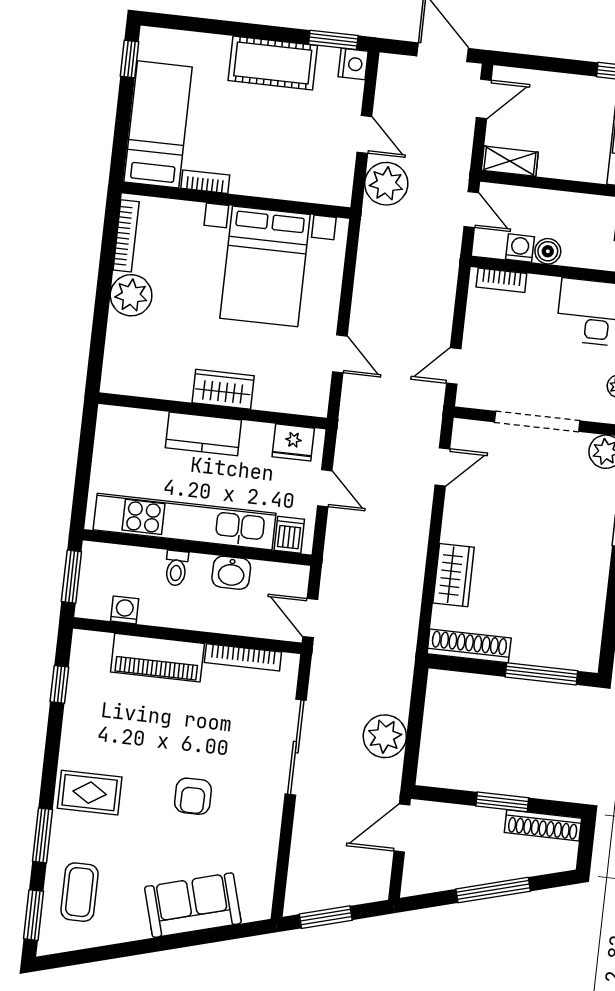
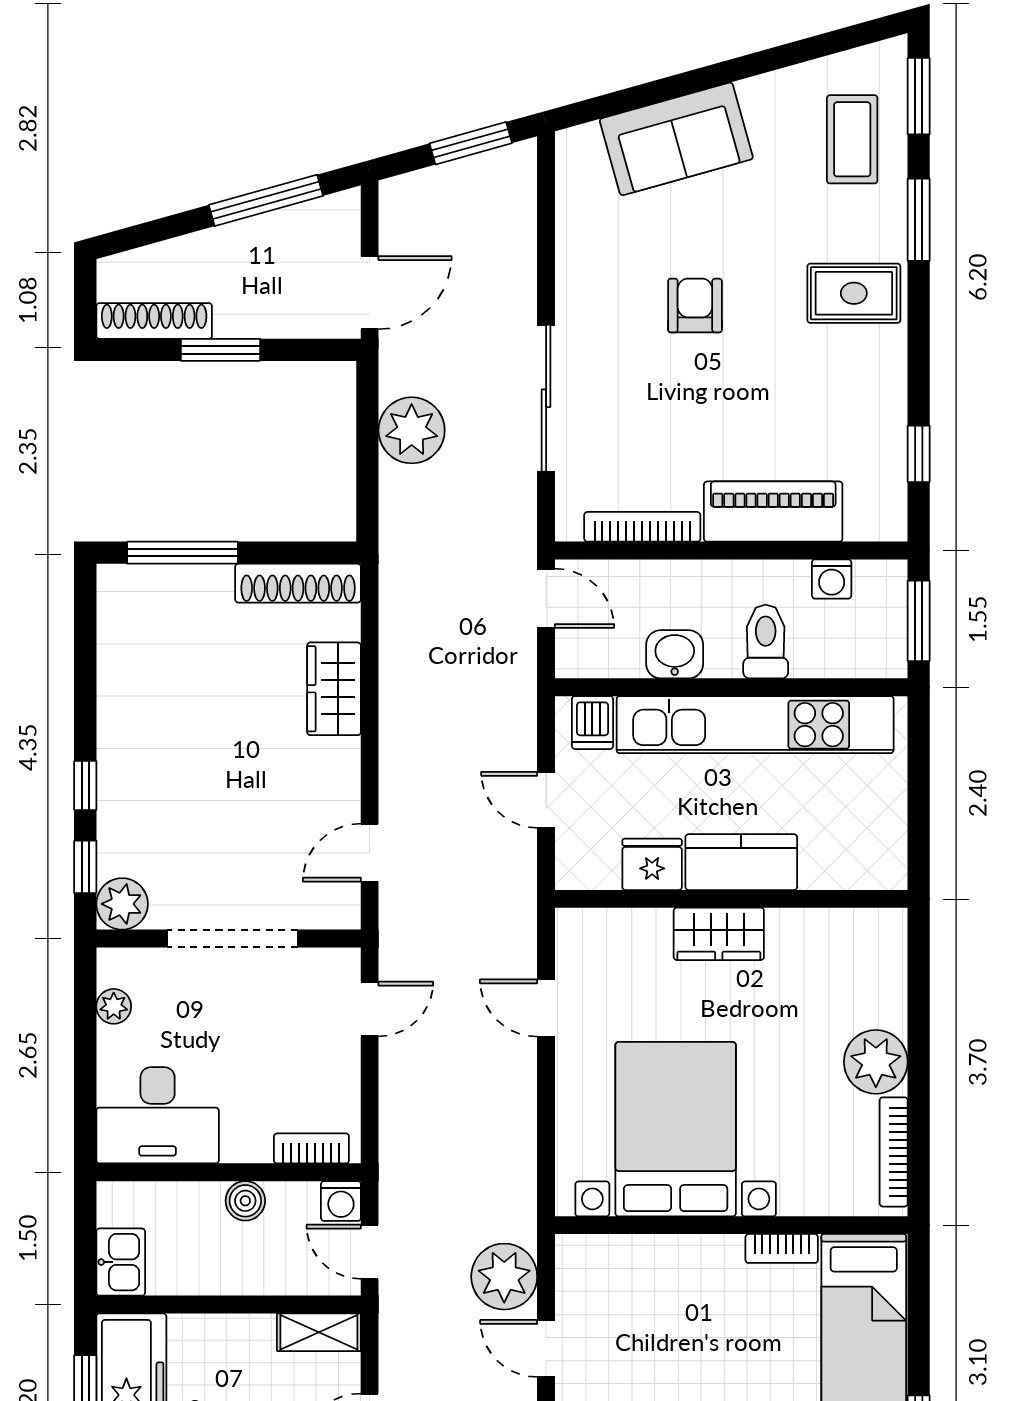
washing machine: (520, 248) -> (341, 1201), moved
fridge: (293, 442) -> (652, 864), moved
toilet: (176, 568) -> (766, 641), width x1.37, depth x1.39
window: (493, 890) -> (266, 200), moved

